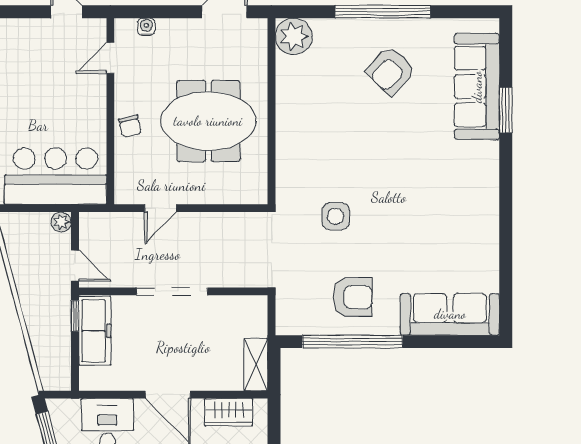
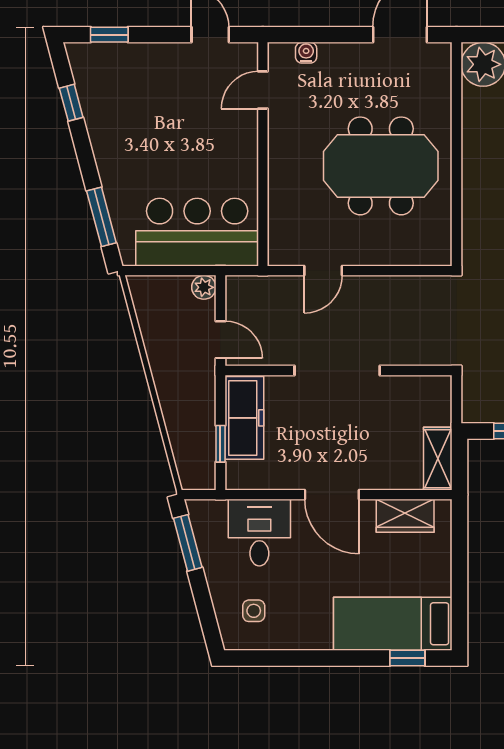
chair: (130, 126) -> (286, 172), removed
window: (75, 316) -> (220, 444), moved

